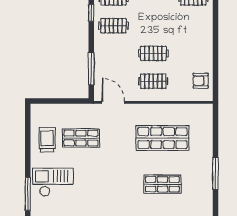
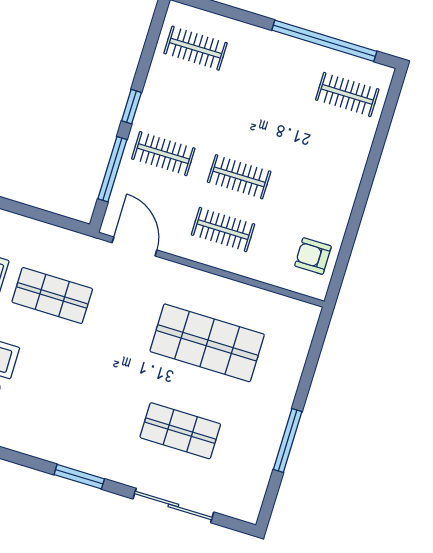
window: (91, 13) -> (131, 107), moved
clothes rail: (114, 26) -> (163, 154), moved

